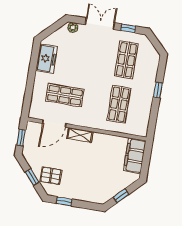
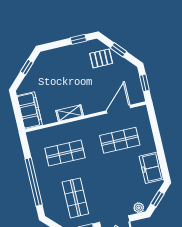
window: (53, 28) -> (157, 199), added
window: (158, 90) -> (34, 182), width x3.17
shop shelf: (119, 104) -> (65, 153), turned 90
shelving: (80, 135) -> (70, 113), moved

